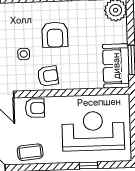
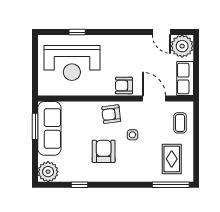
sofa: (116, 66) -> (49, 128), width x1.36
coffee table: (30, 152) -> (130, 46), removed

